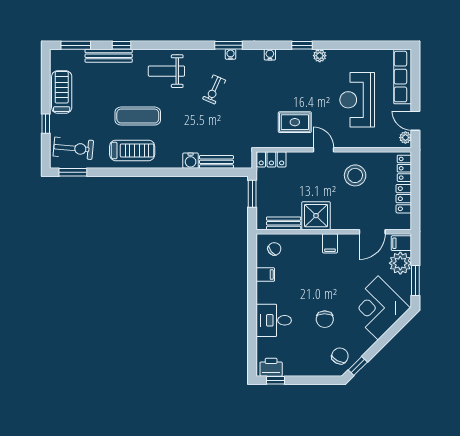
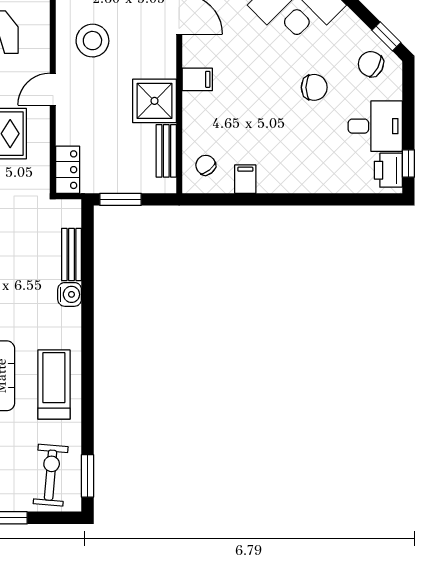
desk: (274, 320) -> (375, 126), moved, turned -90

